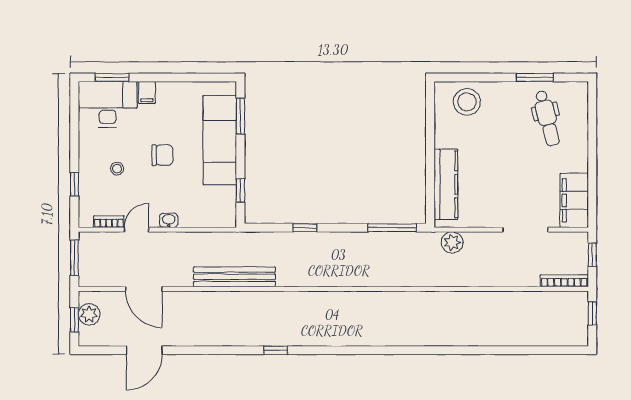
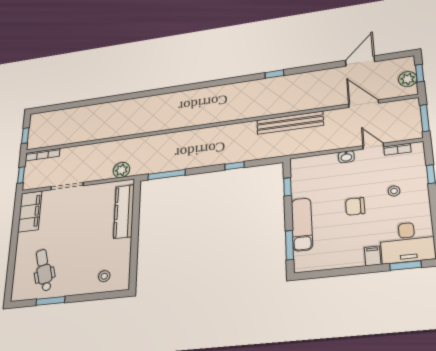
stool: (467, 102) -> (104, 276), width x0.53, depth x0.53
exam couch: (220, 140) -> (302, 224), width x0.73, depth x0.69
door: (136, 230) -> (373, 146), swing flipped
window: (276, 350) -> (274, 74), moved

